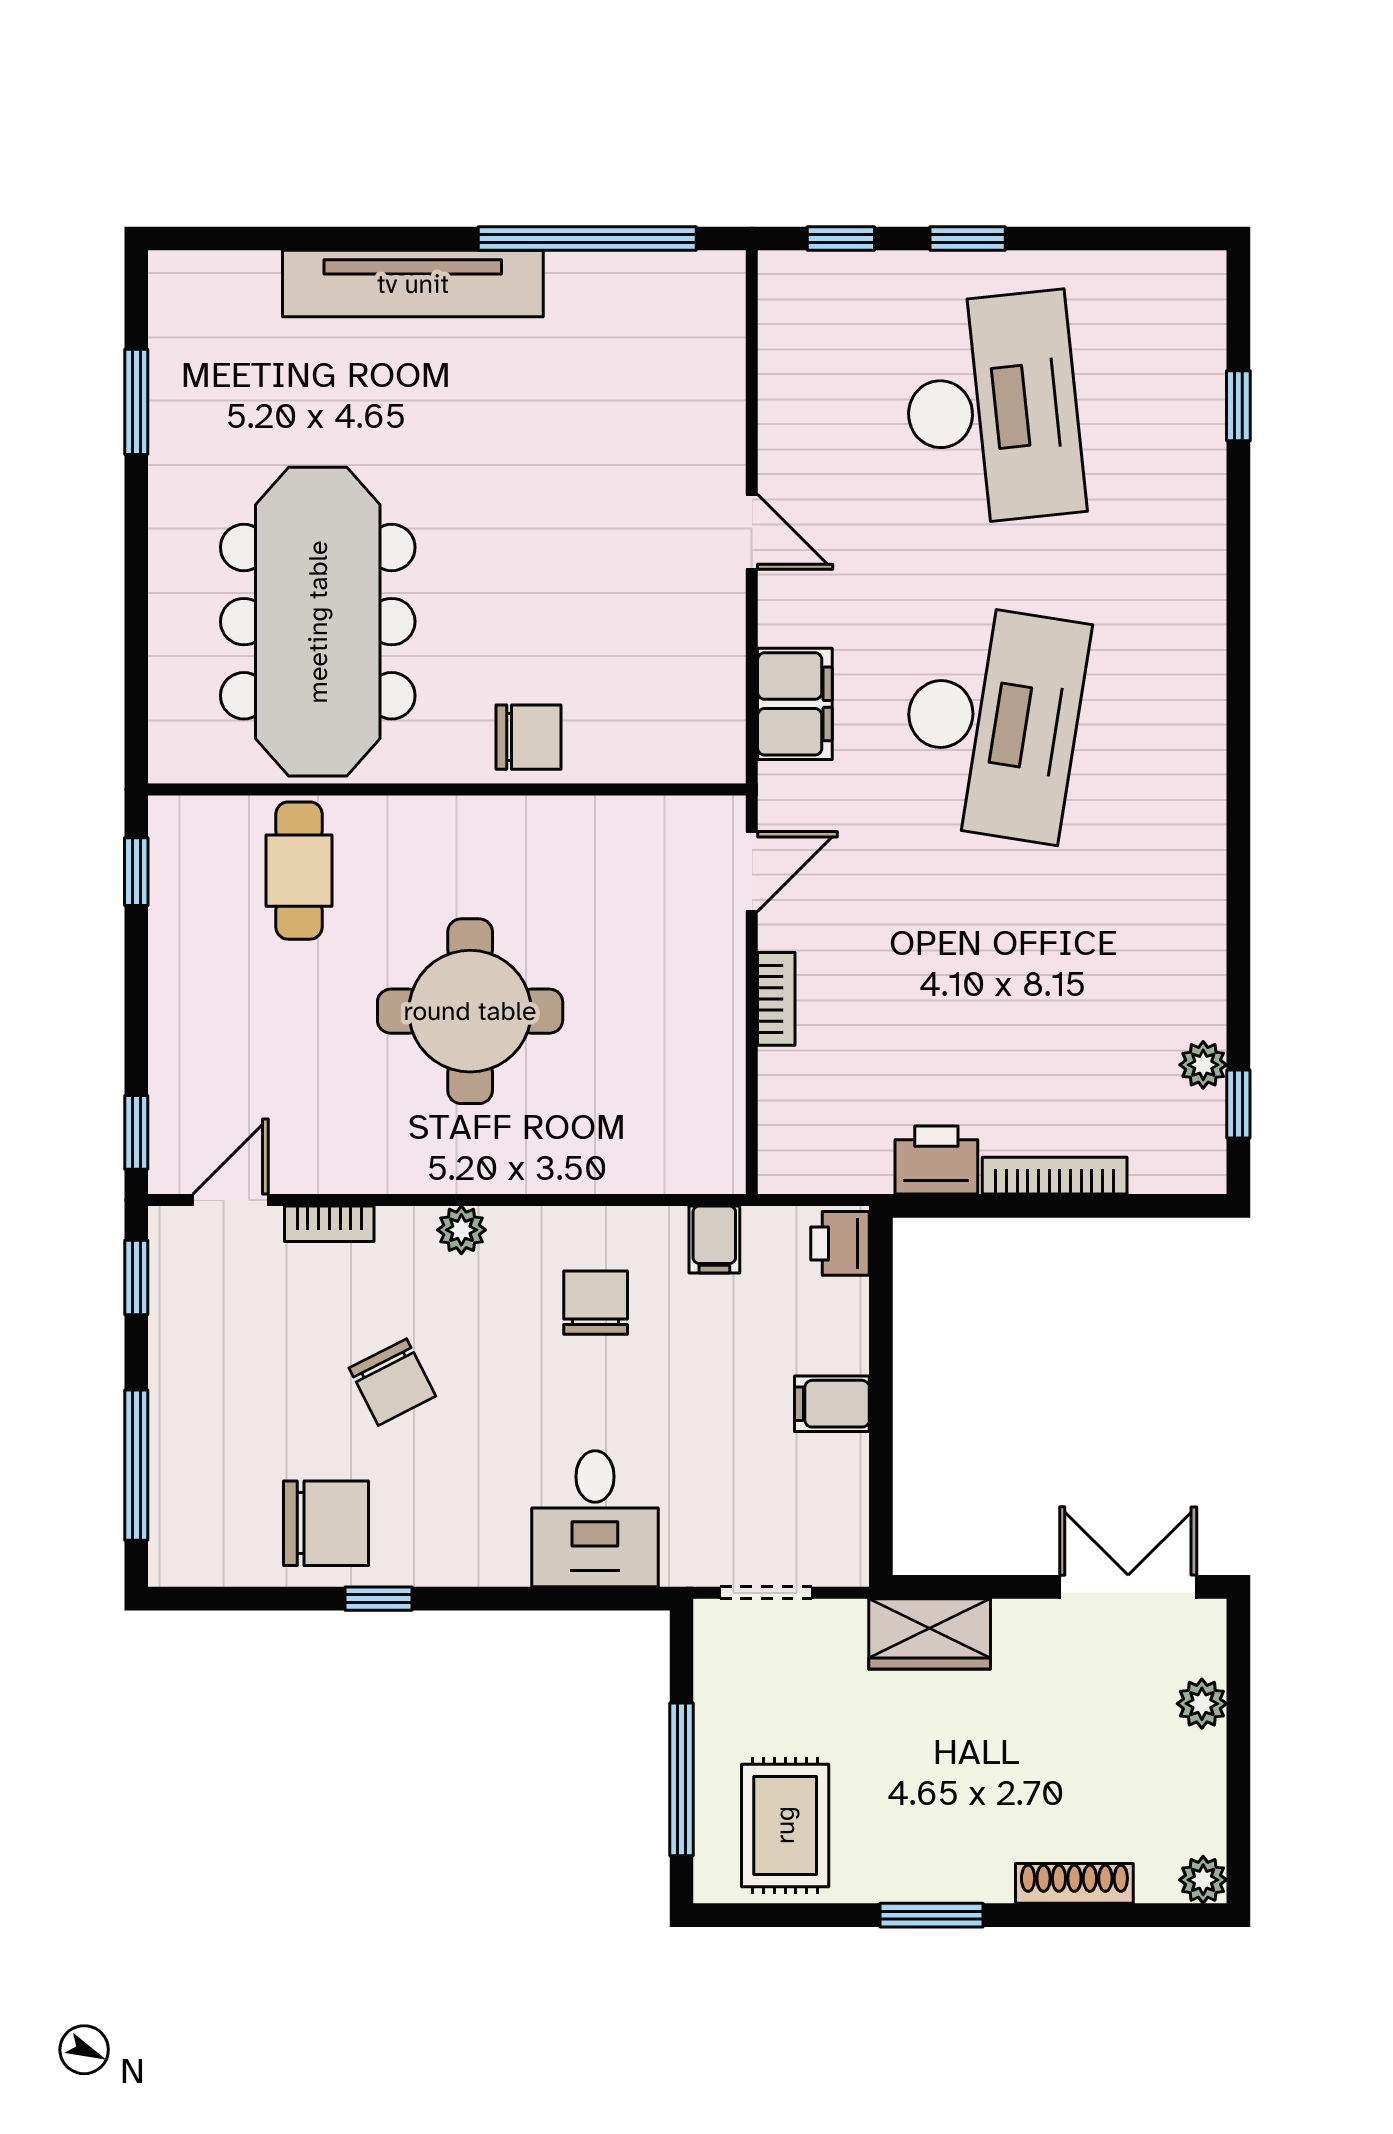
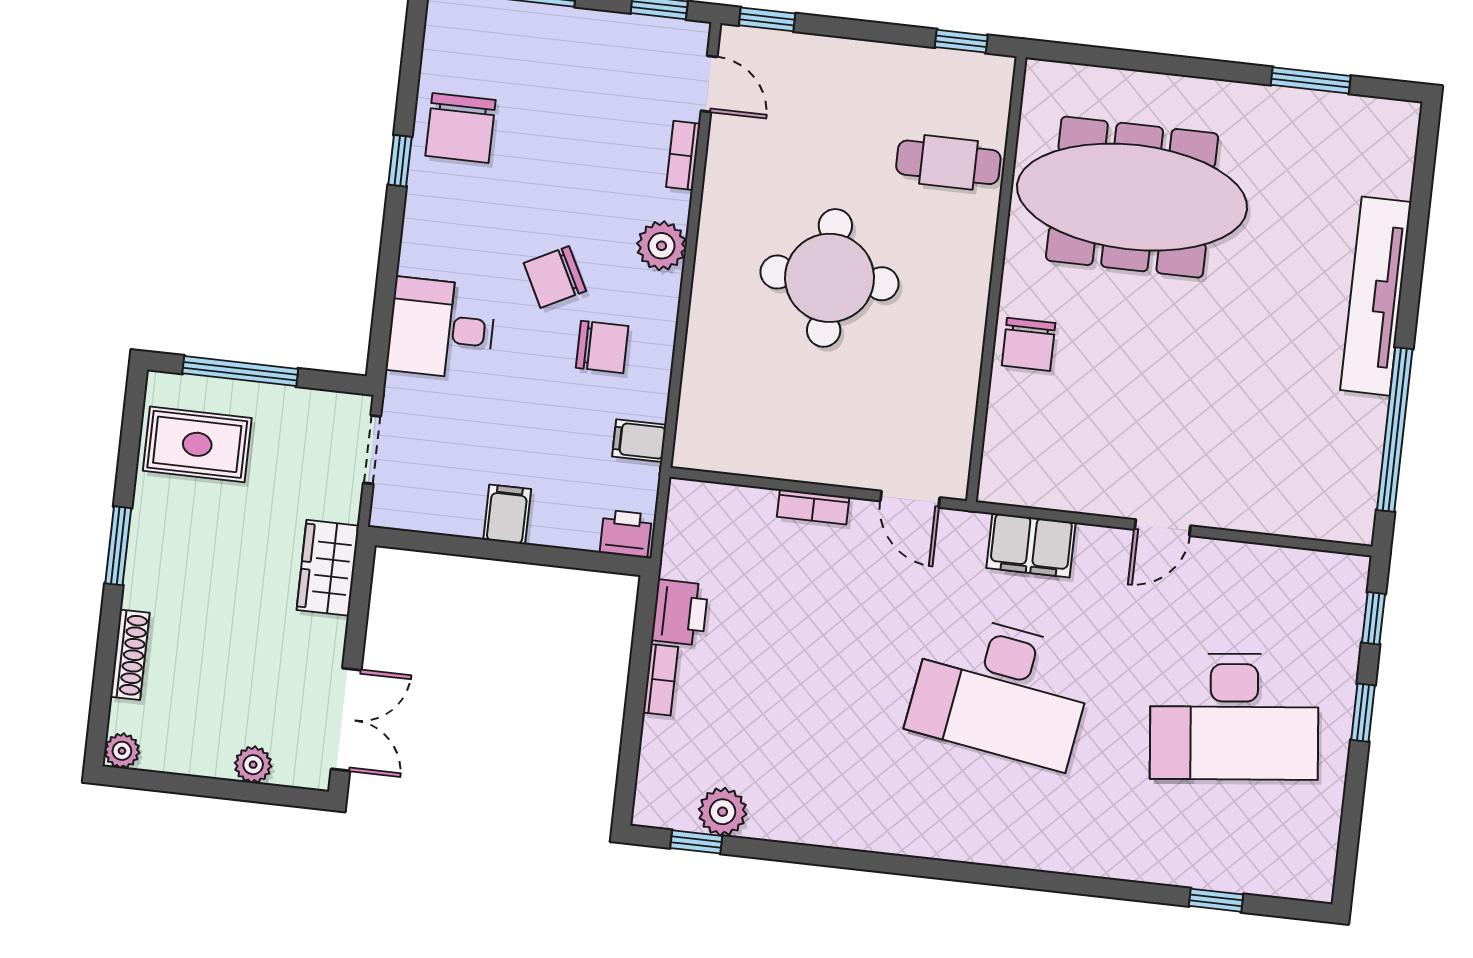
plant: (1203, 1065) -> (723, 812), width x1.38, depth x1.38
bookcase: (1055, 1176) -> (661, 680), width x0.64
plant: (461, 1230) -> (662, 246), width x1.38, depth x1.38
chair: (392, 1382) -> (555, 277), moved

